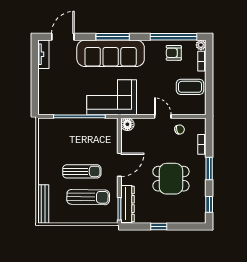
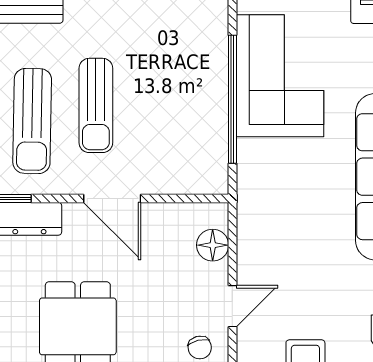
corner sofa: (112, 97) -> (280, 76), moved
floor lamp: (127, 124) -> (213, 245), moved

